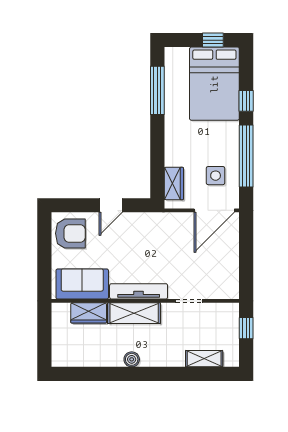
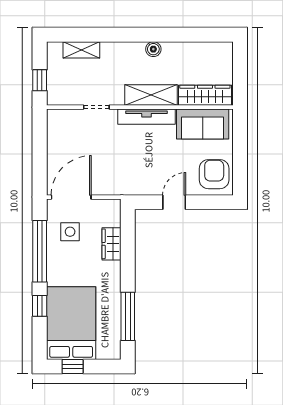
wardrobe: (174, 183) -> (111, 244), moved
armchair: (70, 233) -> (214, 174), turned 90
wardrobe: (89, 313) -> (205, 95), width x1.50

